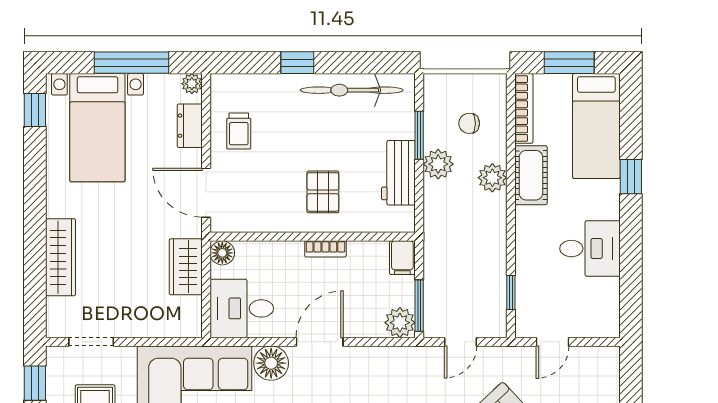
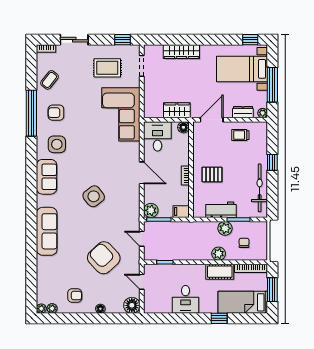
floor lamp: (271, 363) -> (132, 305), moved

